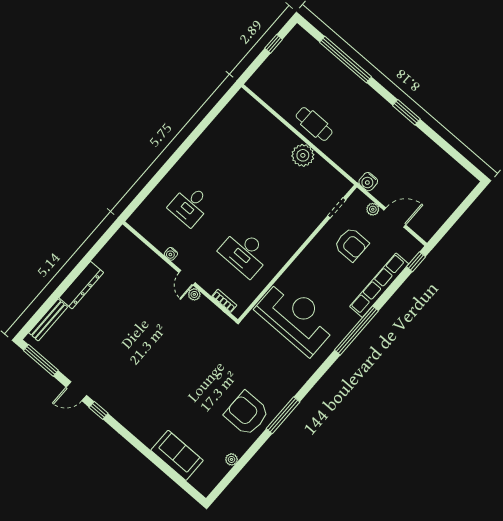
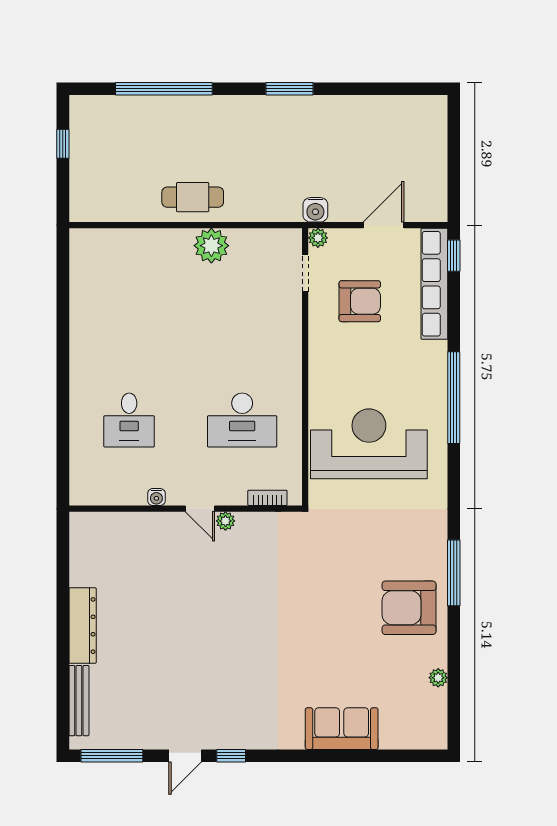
plant: (373, 209) -> (318, 238), moved
row of seats: (379, 285) -> (434, 284), moved
sofa: (177, 455) -> (342, 729), moved

